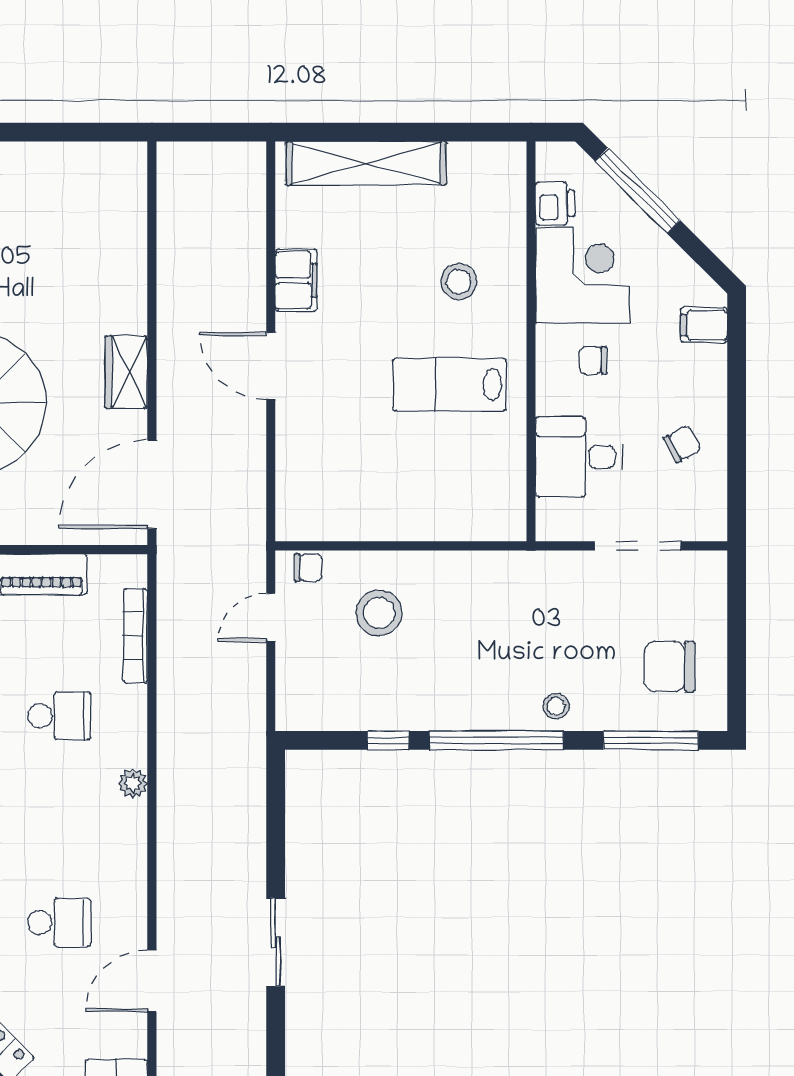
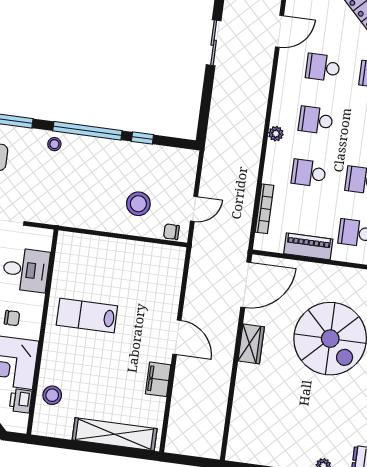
stool: (459, 282) -> (52, 395), moved
lab bench: (449, 385) -> (87, 316), turned 180
school desk: (59, 819) -> (316, 120), added

